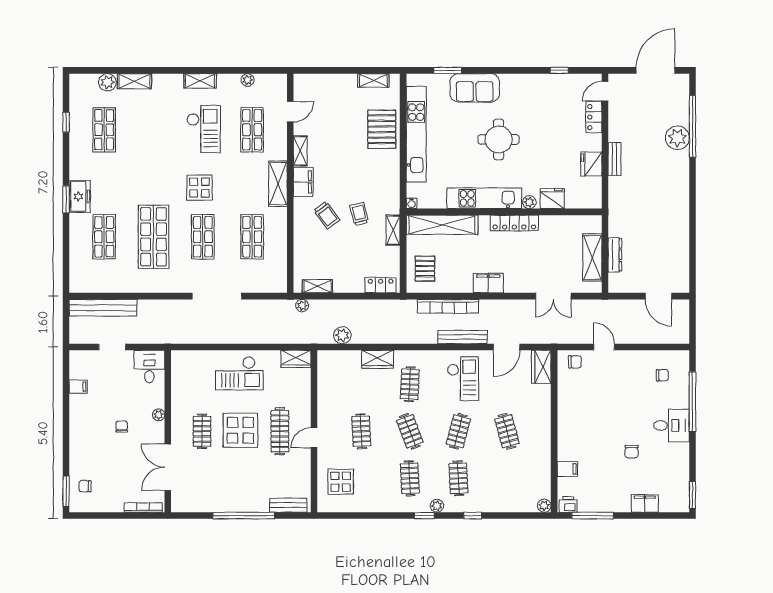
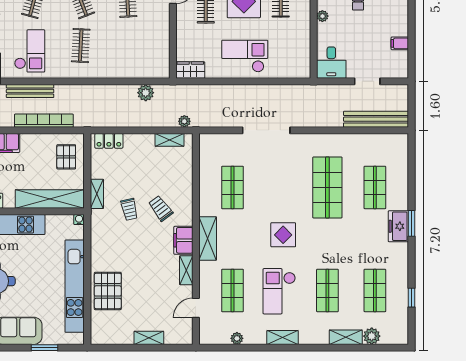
shelving: (373, 80) -> (149, 338), moved
shop shelf: (203, 237) -> (327, 290), moved
wardrobe: (377, 359) -> (112, 70), removed
checkout: (463, 379) -> (30, 51), turned 180

